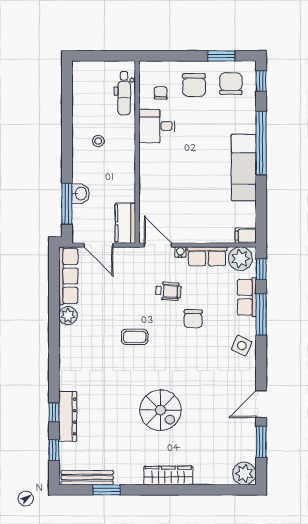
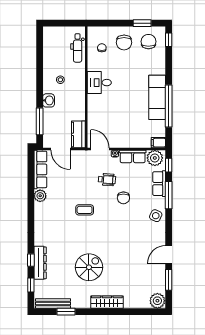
desk: (157, 126) -> (99, 83), moved
window: (261, 143) -> (169, 106), moved
washbasin: (80, 193) -> (49, 100), moved
spiral stairs: (160, 410) -> (89, 267), moved, turned -90

